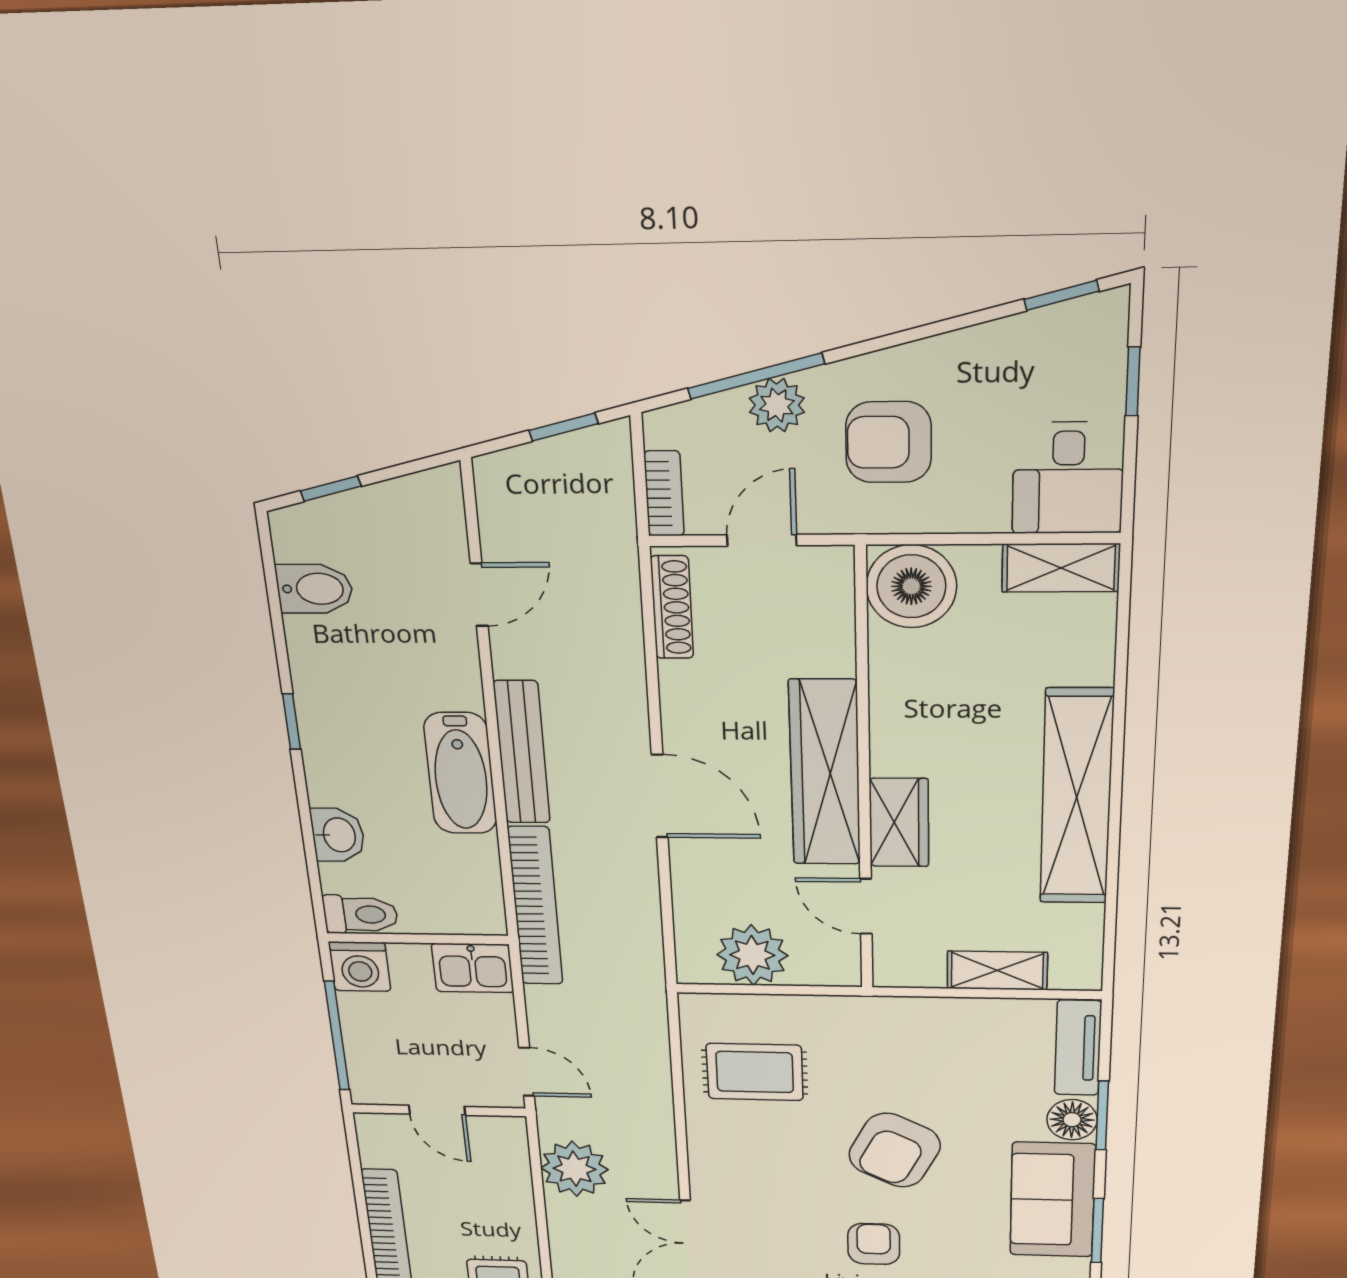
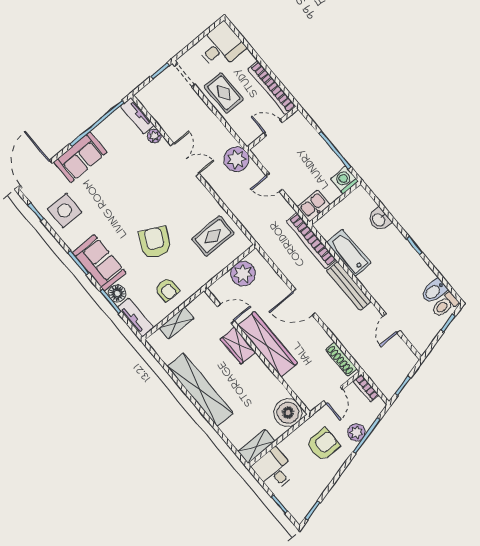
bathtub: (460, 773) -> (349, 253), moved
toilet: (360, 914) -> (445, 305), moved
door: (437, 1110) -> (273, 128), moved
wall: (439, 1110) -> (273, 128), moved
armchair: (874, 1244) -> (167, 290), moved

